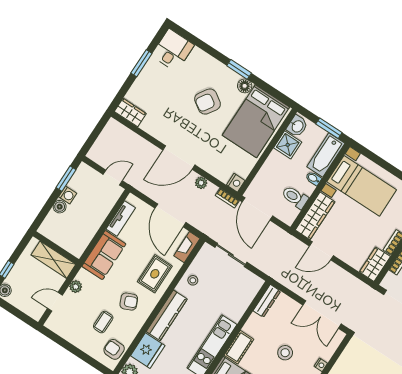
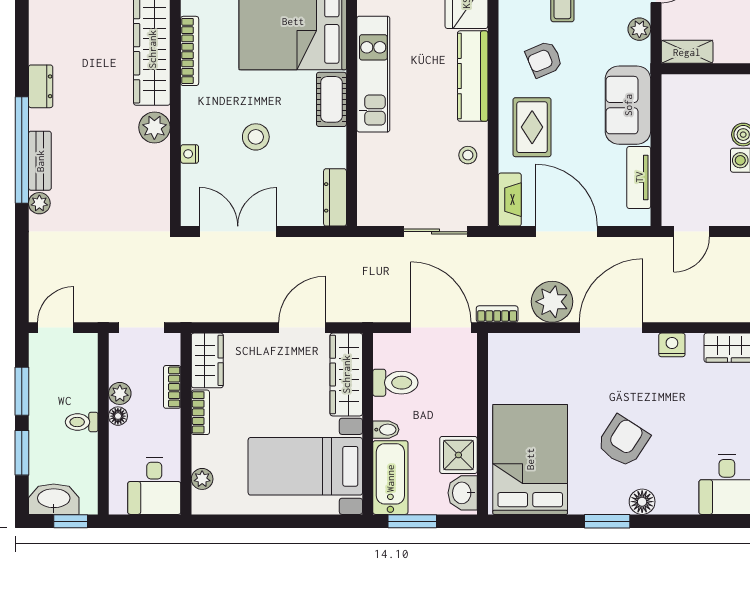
floor lamp: (245, 86) -> (642, 502), moved
plant: (201, 183) -> (552, 302), width x1.87, depth x1.87
nightstand: (236, 183) -> (672, 345), moved, turned 90
shelving: (53, 260) -> (687, 52), width x0.67, depth x0.75

